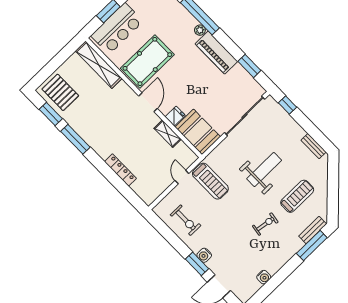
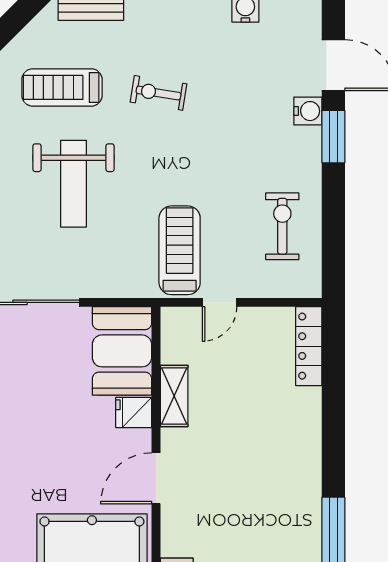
locker: (120, 170) -> (309, 346), moved
weight bench: (264, 170) -> (74, 184), turned -90
water cooler: (204, 255) -> (308, 111), moved

